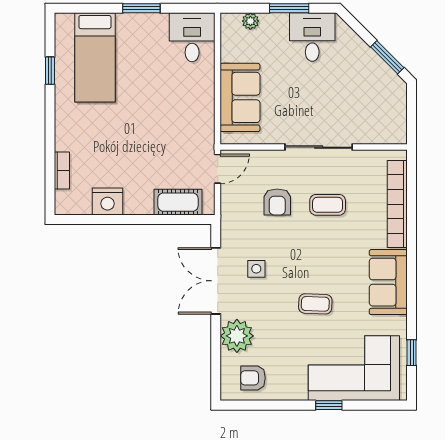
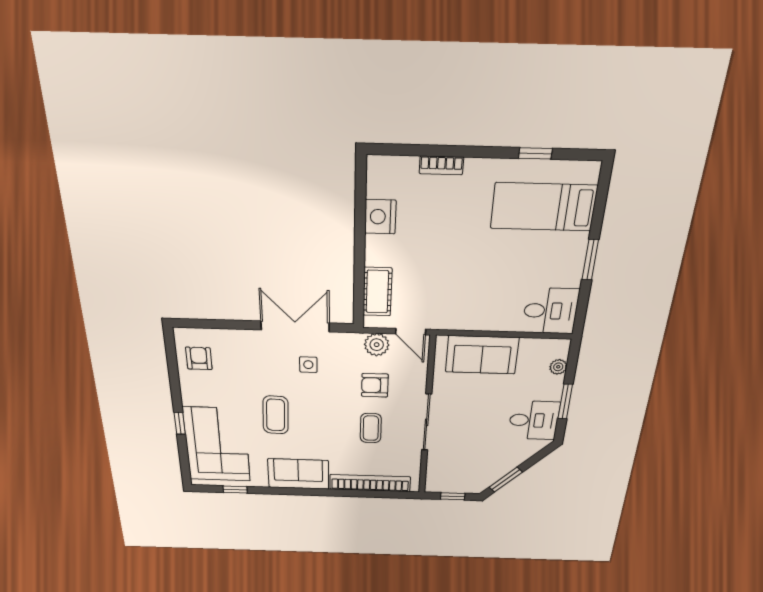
window: (412, 113) -> (453, 496), added
bookcase: (62, 171) -> (441, 165), moved
coffee table: (315, 304) -> (276, 415), width x1.36, depth x1.30
plant: (237, 336) -> (377, 345), moved, width x0.73, depth x0.73

